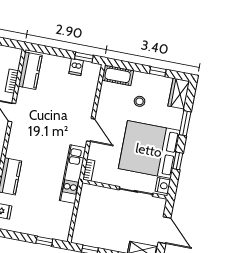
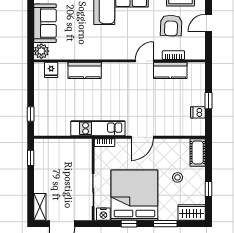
window: (84, 57) -> (208, 101), moved
kitchen counter: (30, 71) -> (170, 70), moved

